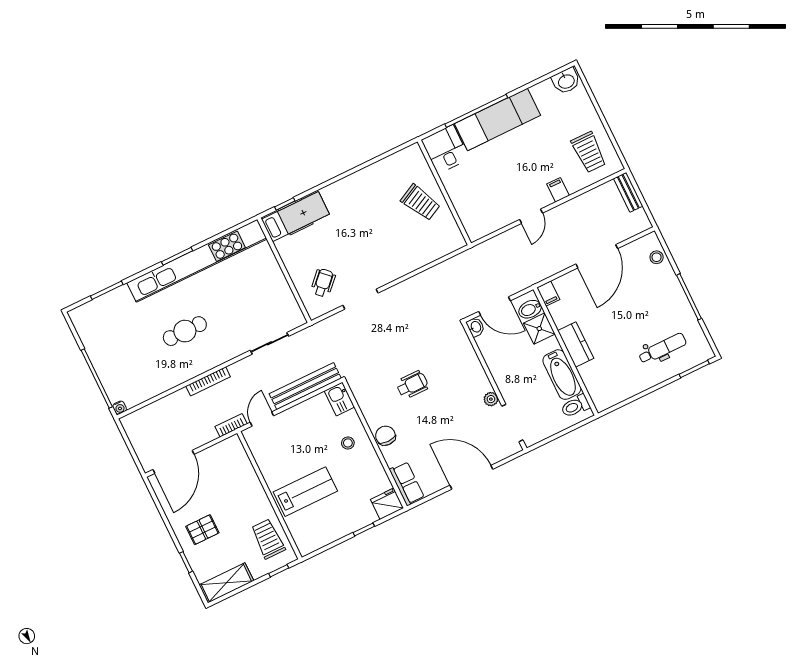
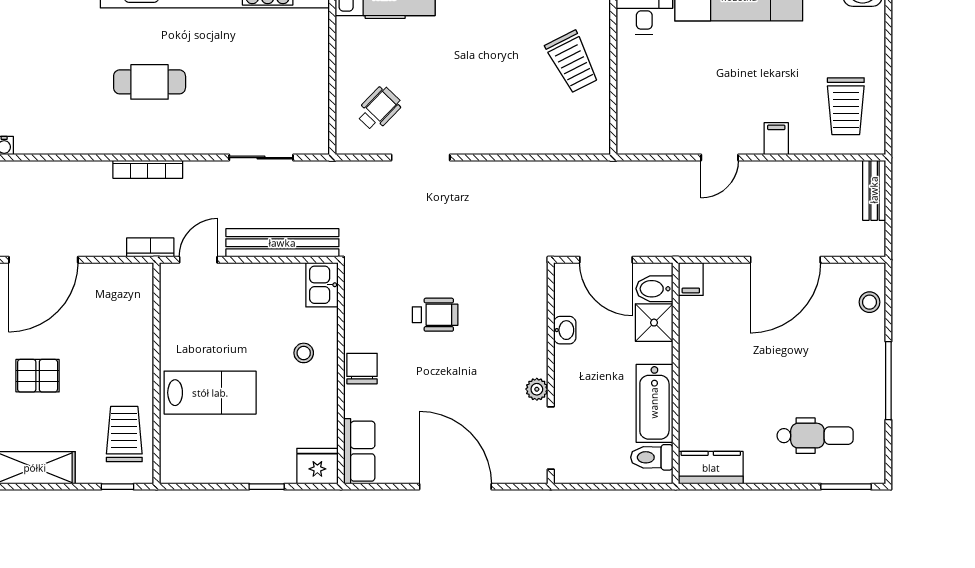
washbasin: (476, 327) -> (565, 330), moved
kitchen counter: (576, 345) -> (711, 468), moved, turned -90

